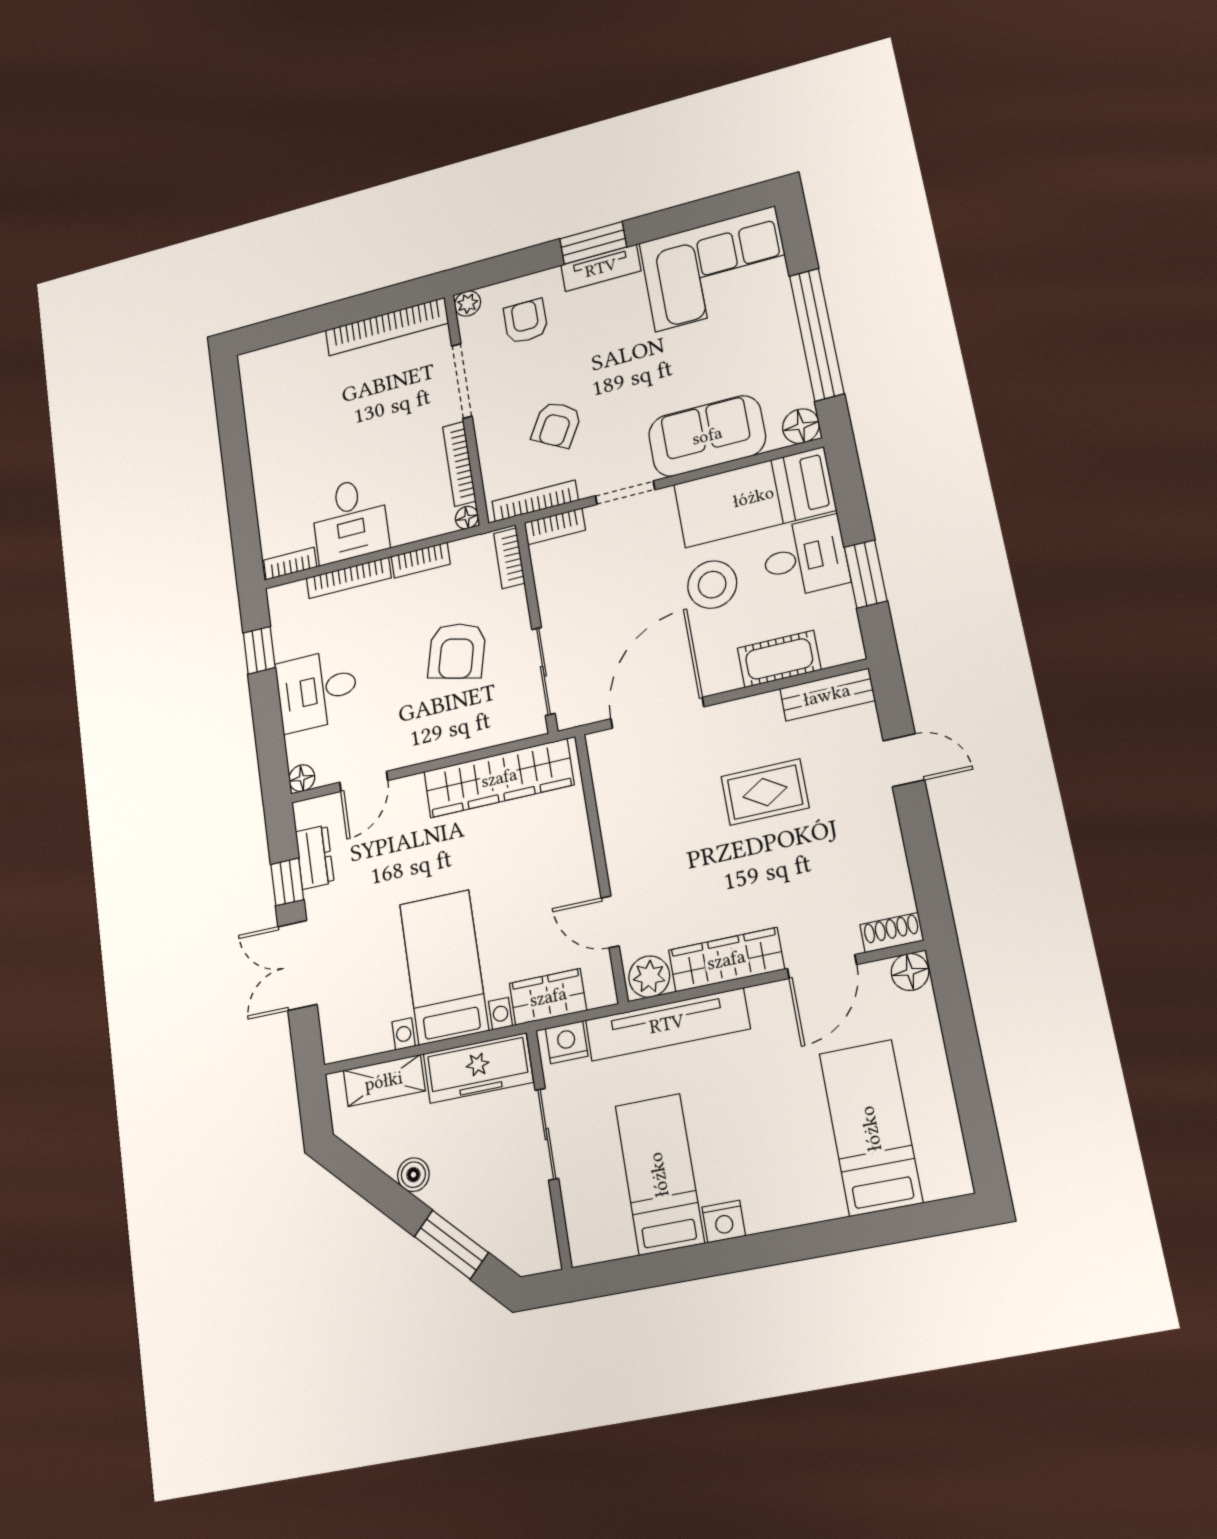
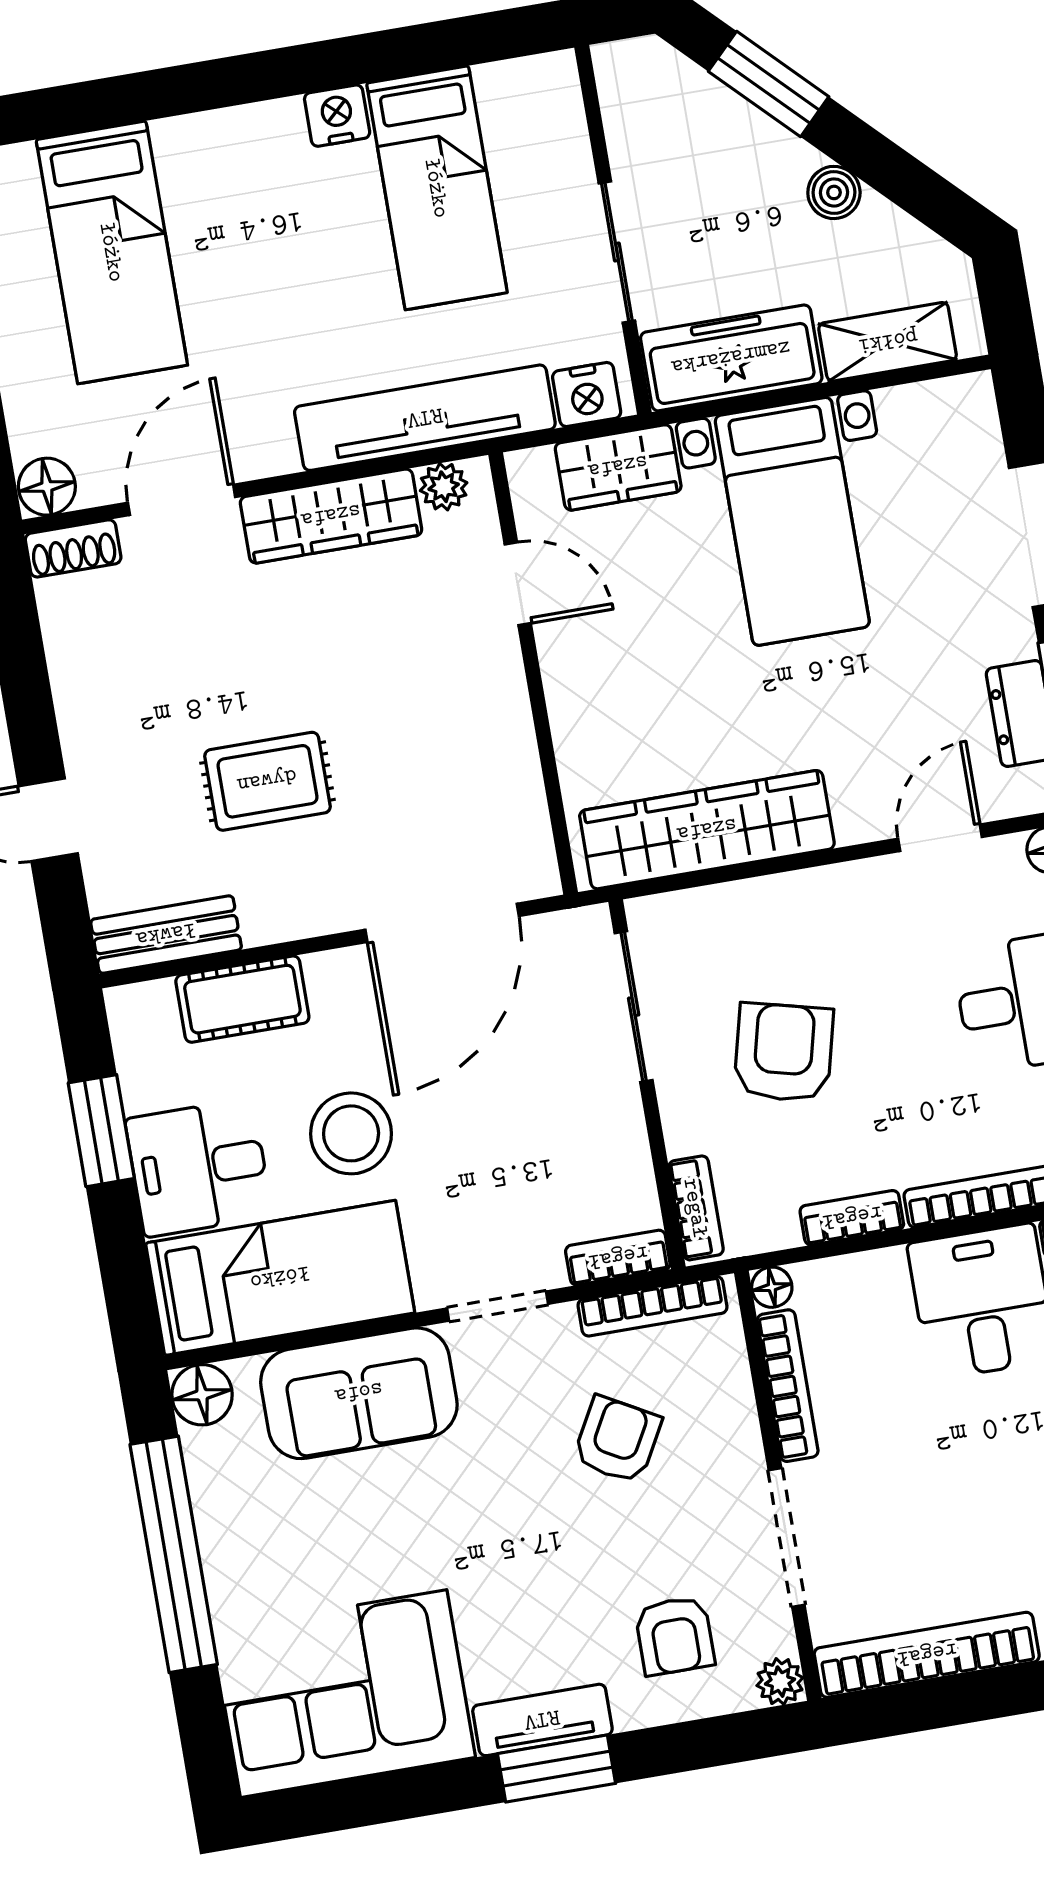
plant: (649, 977) -> (444, 487), width x0.73, depth x0.73

